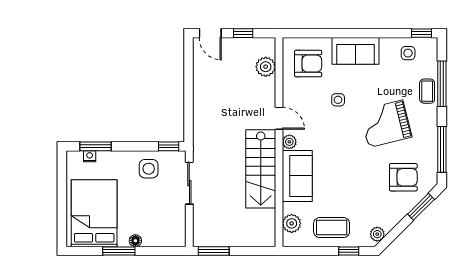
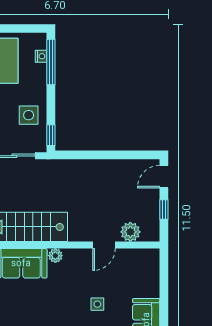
armchair: (308, 64) -> (134, 274), removed
door: (279, 118) -> (104, 245), moved
window: (95, 146) -> (51, 62), width x1.44

